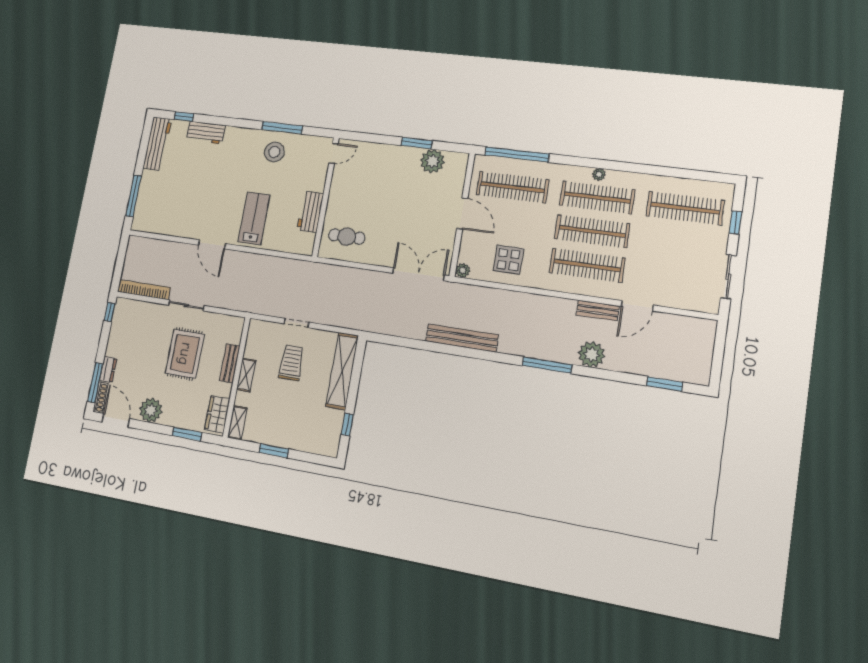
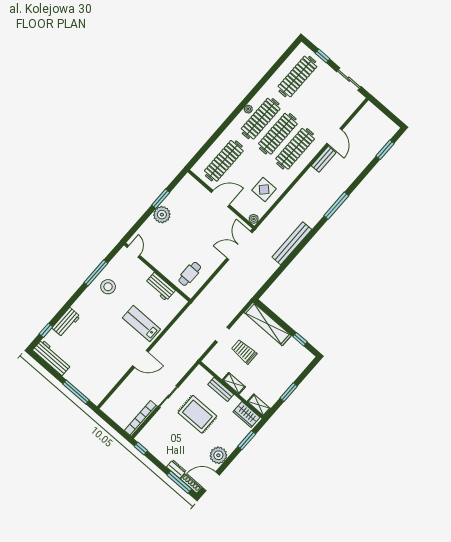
window: (517, 154) -> (206, 146), removed
plant: (433, 161) -> (162, 215), moved
plant: (592, 354) -> (345, 178), removed

